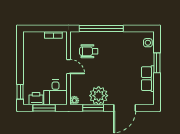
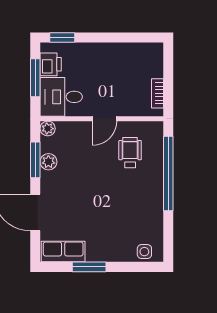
window: (157, 63) -> (89, 267), moved
row of seats: (148, 79) -> (63, 251), moved
plant: (99, 96) -> (48, 162), width x0.53, depth x0.53

